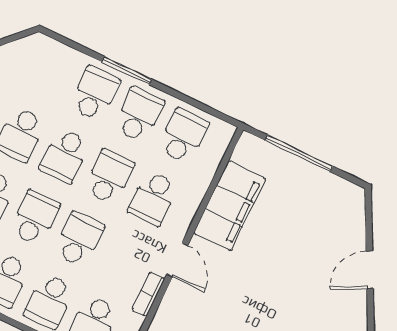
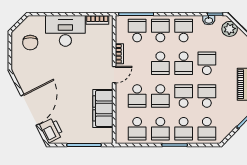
school desk: (51, 72) -> (207, 129), added
school desk: (153, 198) -> (137, 96), turned 180
printer: (348, 212) -> (51, 130), added
door: (177, 260) -> (114, 75), swing flipped
door: (370, 270) -> (30, 110), width x1.88

